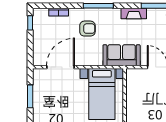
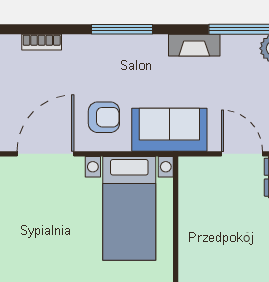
armchair: (87, 29) -> (104, 117), moved

